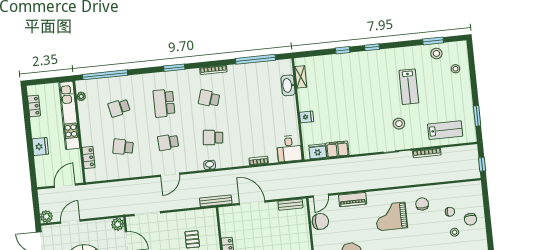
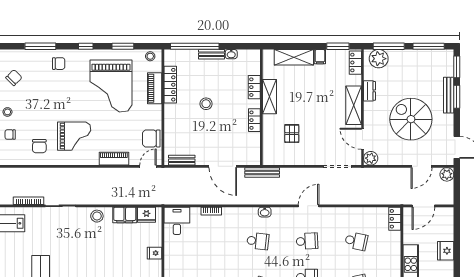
stool: (399, 124) -> (97, 216), moved
locker: (88, 158) -> (395, 219), moved

